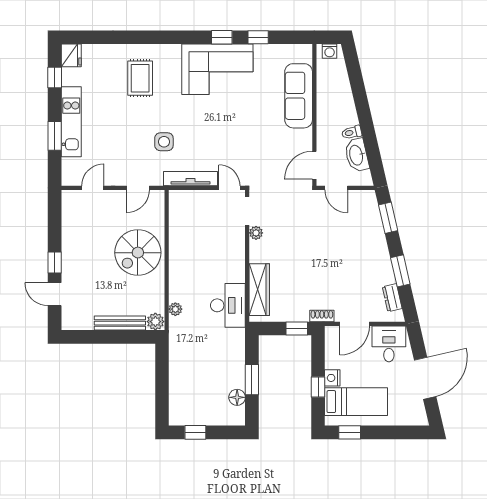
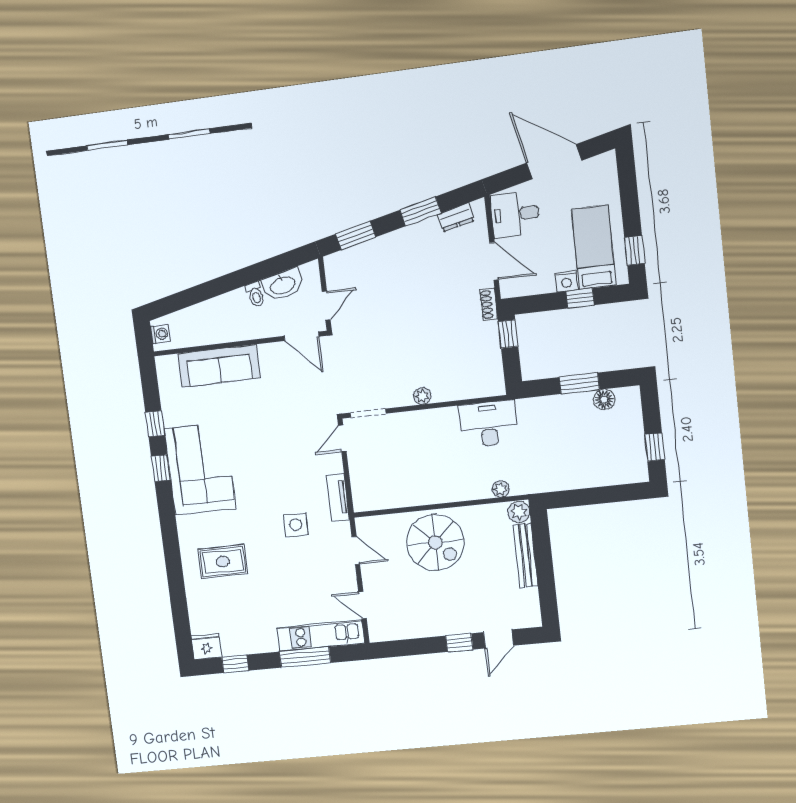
kitchen unit: (71, 122) -> (320, 636), moved
window: (55, 136) -> (305, 657), width x1.44
tv unit: (190, 179) -> (338, 497), width x0.71
plant: (256, 233) -> (422, 396), moved
wardrobe: (259, 290) -> (464, 387), removed

